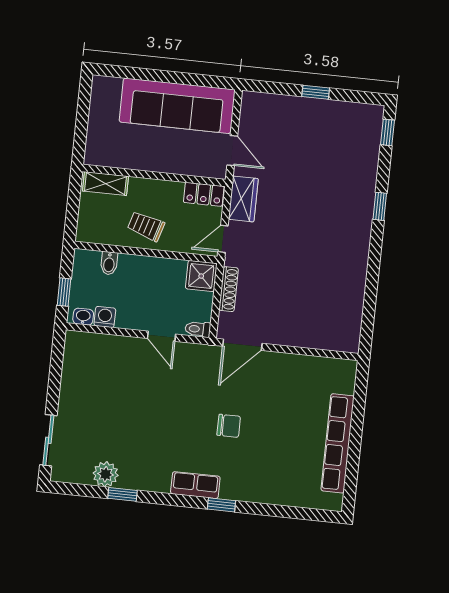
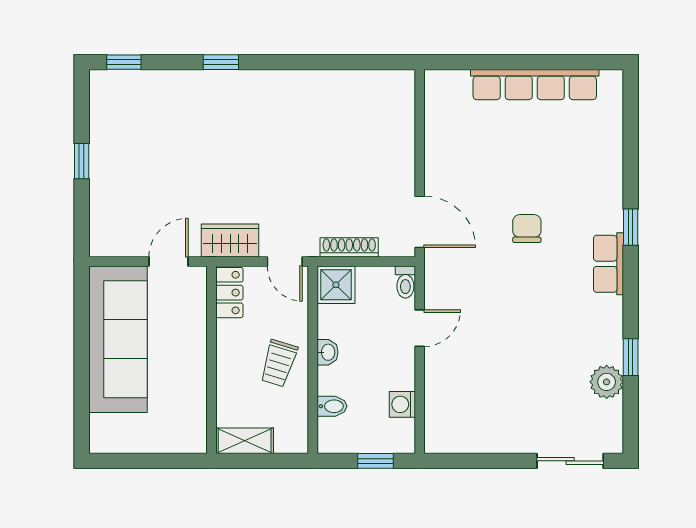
shelving: (106, 184) -> (245, 441), moved, turned 90
washbasin: (83, 317) -> (328, 352), moved, turned 180

